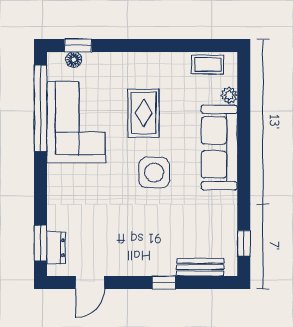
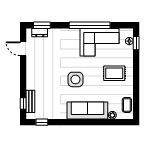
window: (40, 108) -> (90, 25), moved
rug: (144, 113) -> (114, 73), moved
window: (164, 282) -> (23, 103), moved

